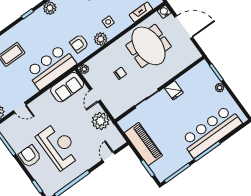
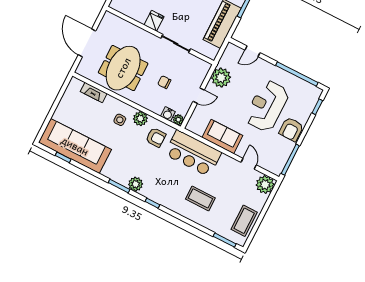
water cooler: (164, 12) -> (168, 114), moved
sofa: (67, 87) -> (222, 137), moved

